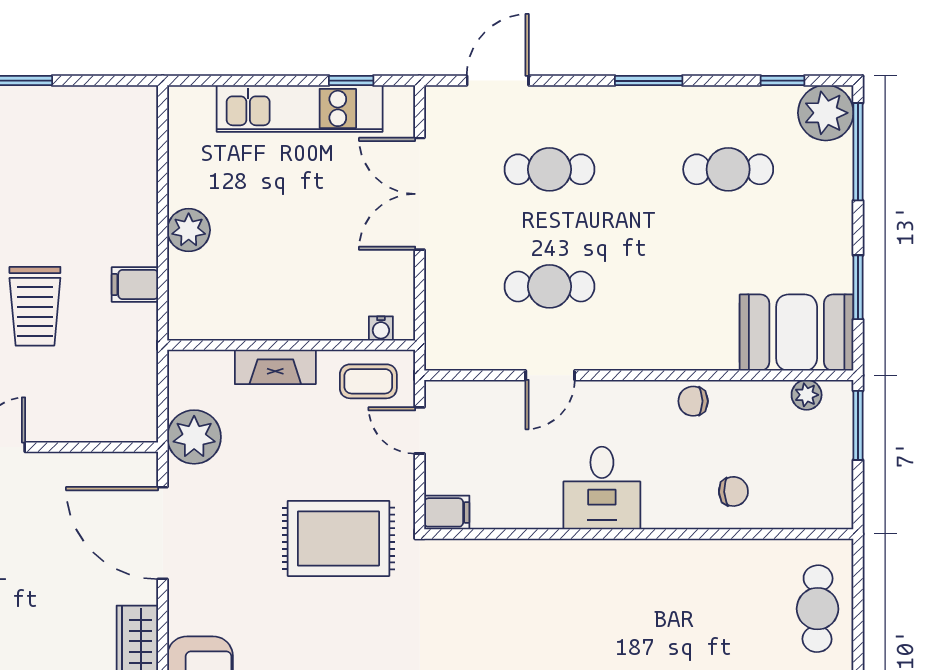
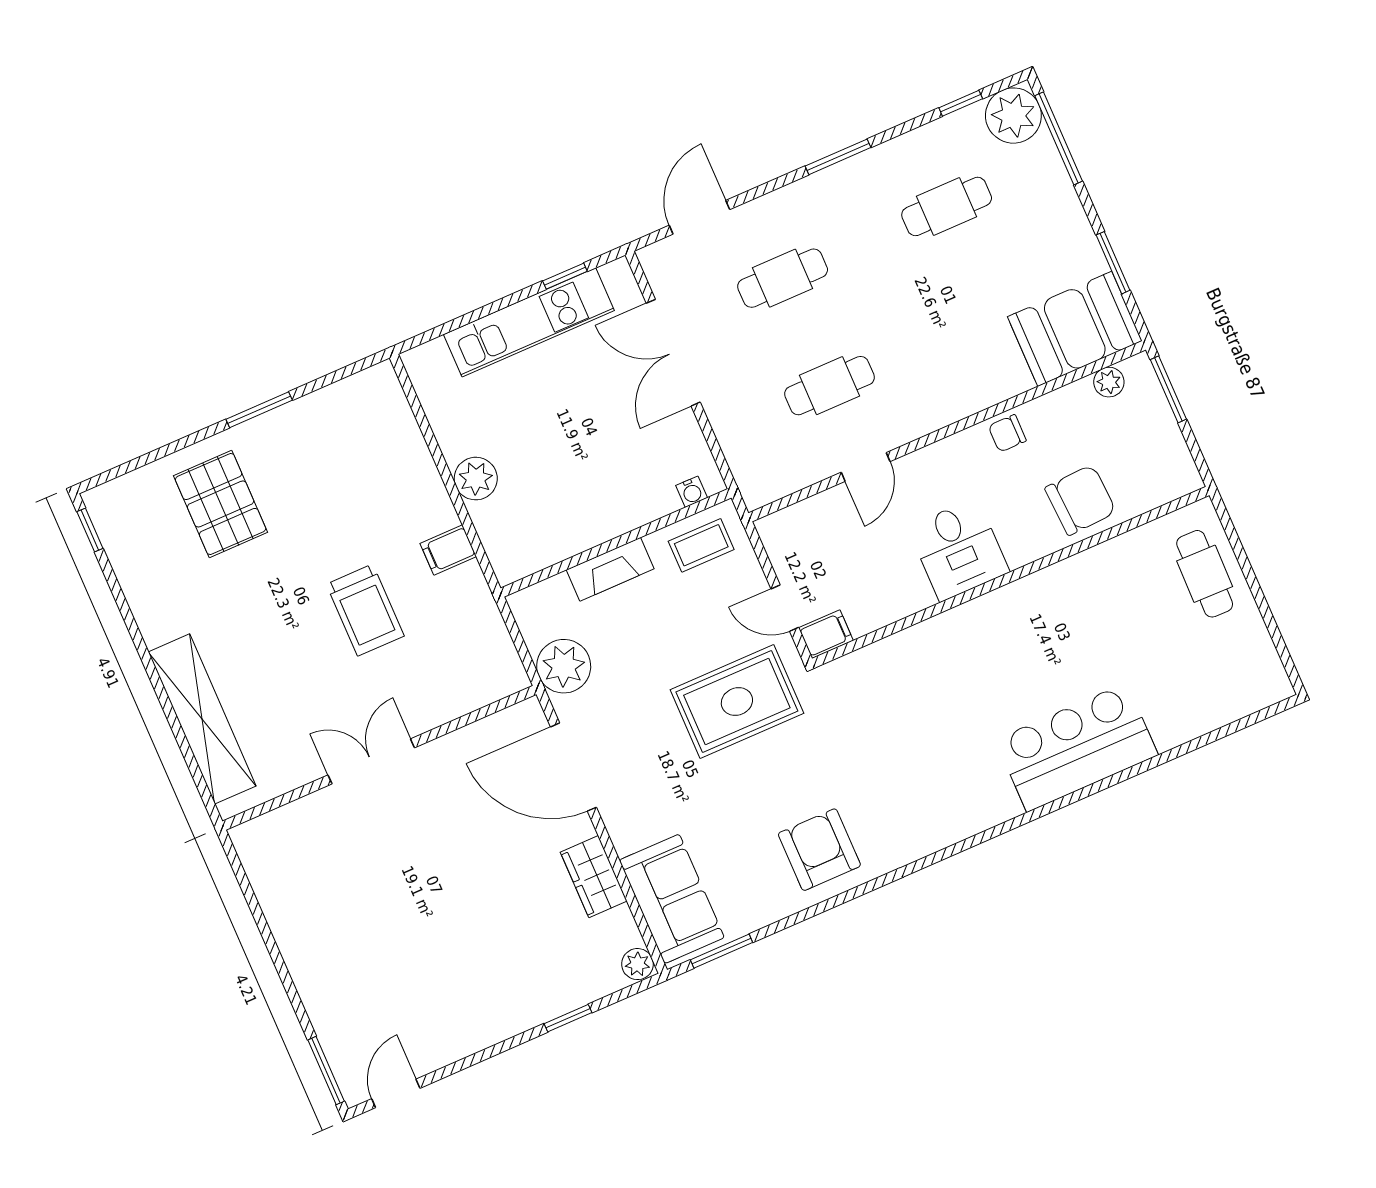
door: (420, 430) -> (785, 608), moved
chair: (733, 491) -> (1080, 500), width x1.87, depth x1.87

